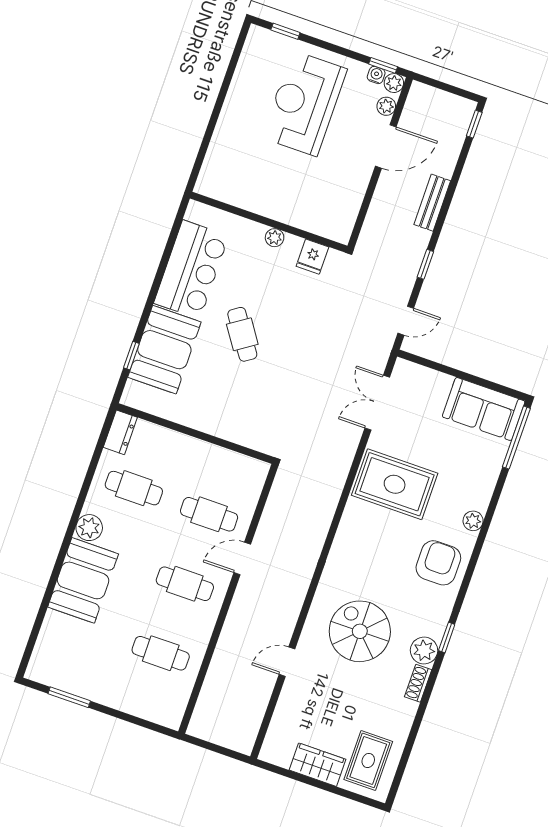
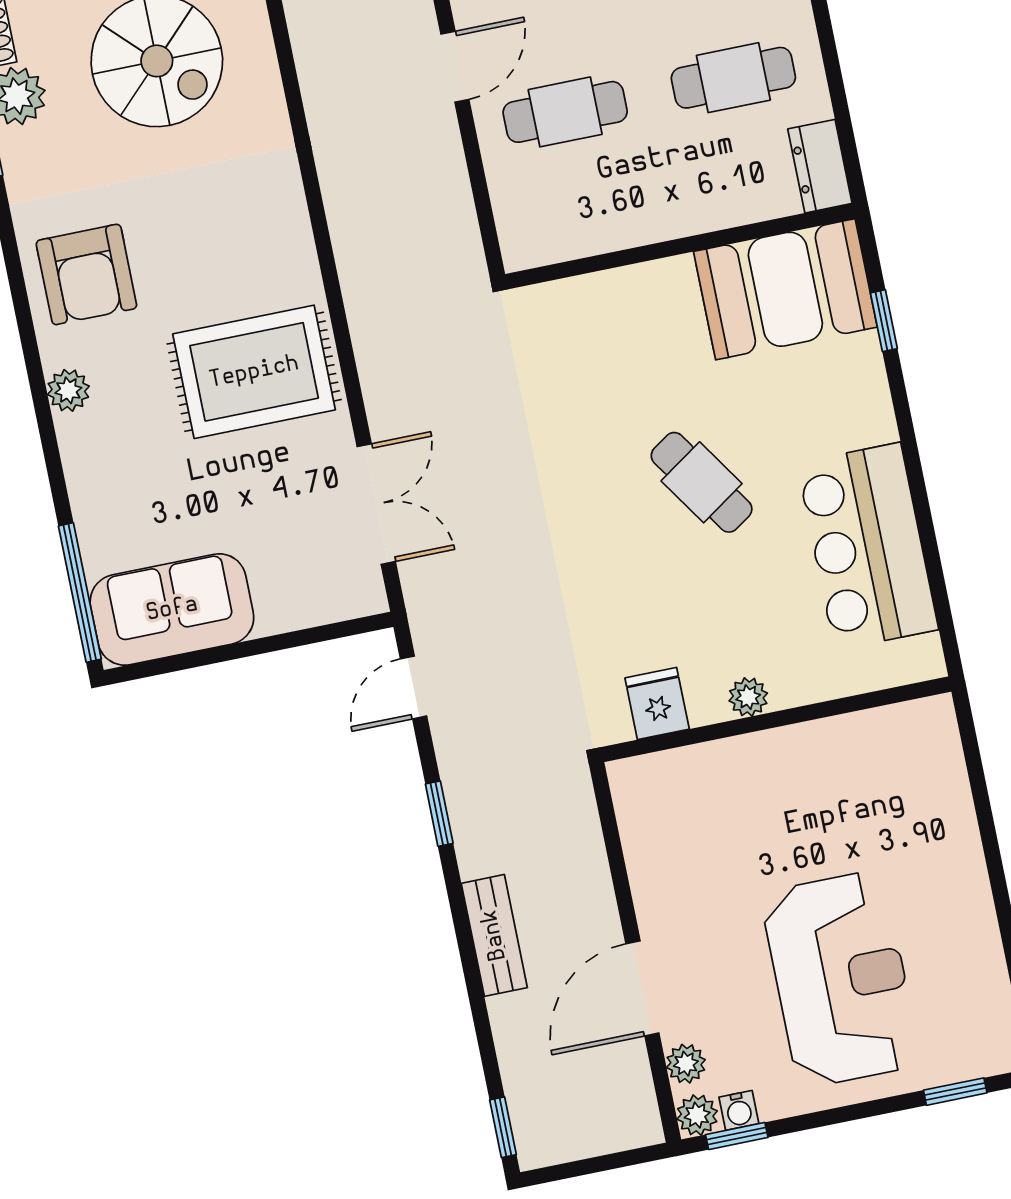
booth: (164, 350) -> (785, 289), moved, turned 90

